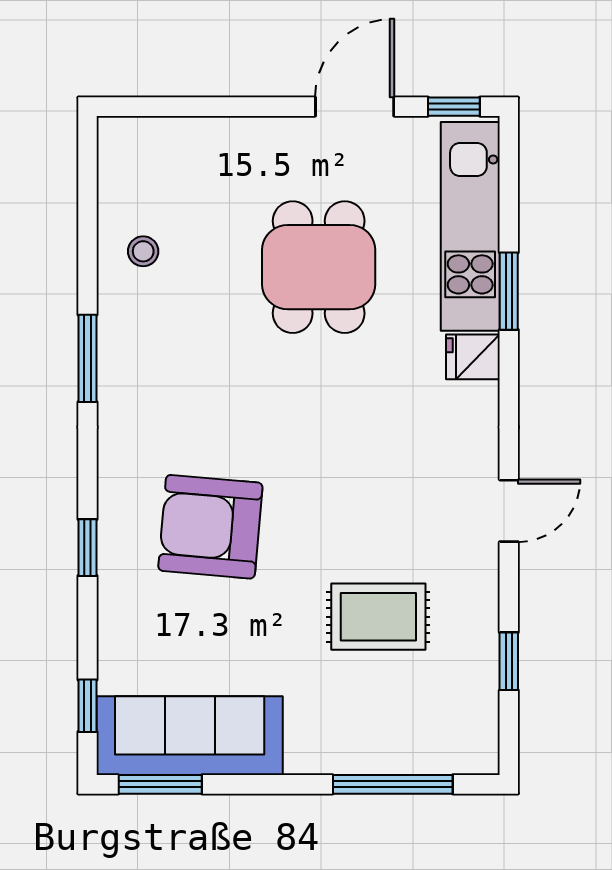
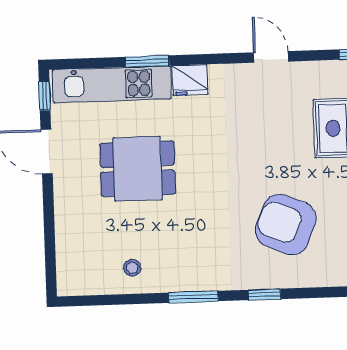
fridge: (473, 357) -> (190, 80), width x1.38
armchair: (210, 527) -> (286, 224), turned 108
window: (87, 548) -> (264, 294), moved

